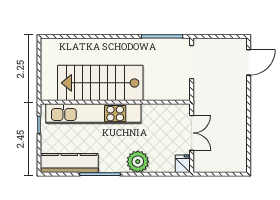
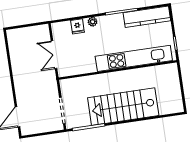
stairs: (100, 83) -> (123, 107), moved, turned 180
plant: (138, 162) -> (93, 22), width x0.53, depth x0.53
fridge: (183, 164) -> (77, 26), moved

